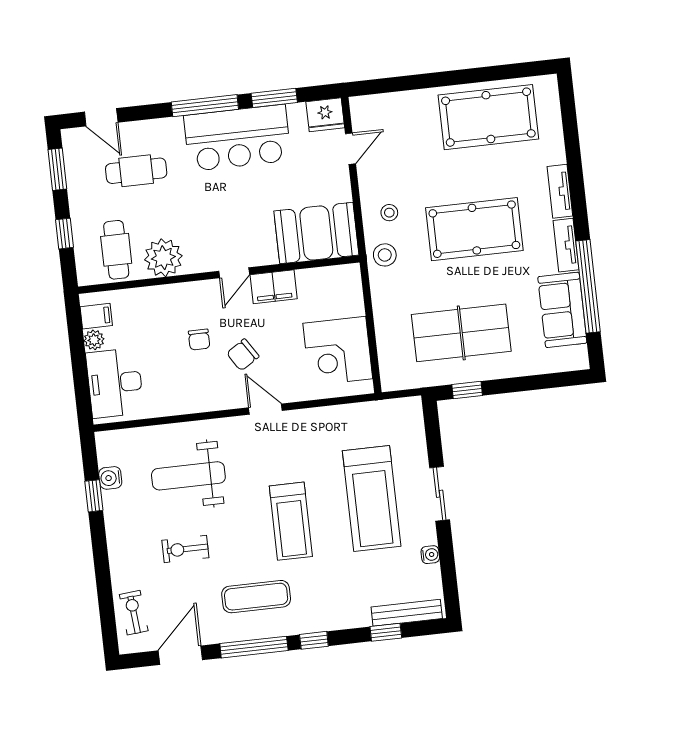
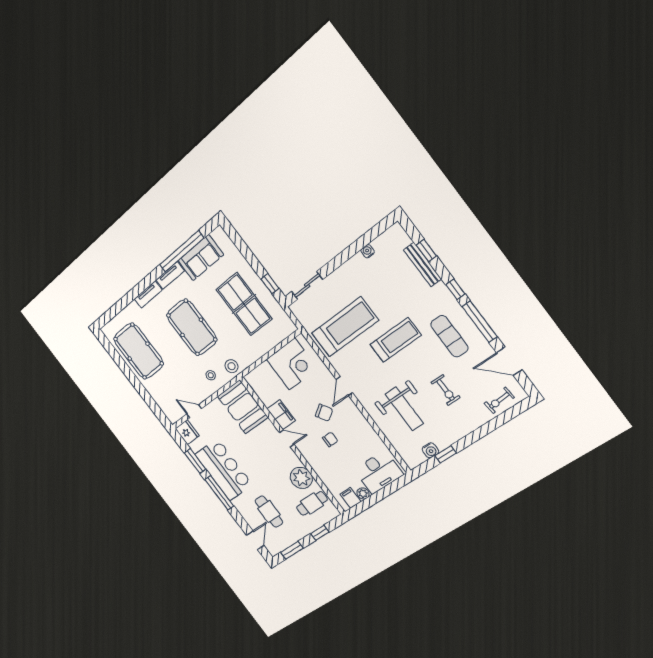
sliding door: (440, 494) -> (307, 285), moved
treadmill: (372, 498) -> (345, 327), moved
bench: (407, 613) -> (423, 264), moved

